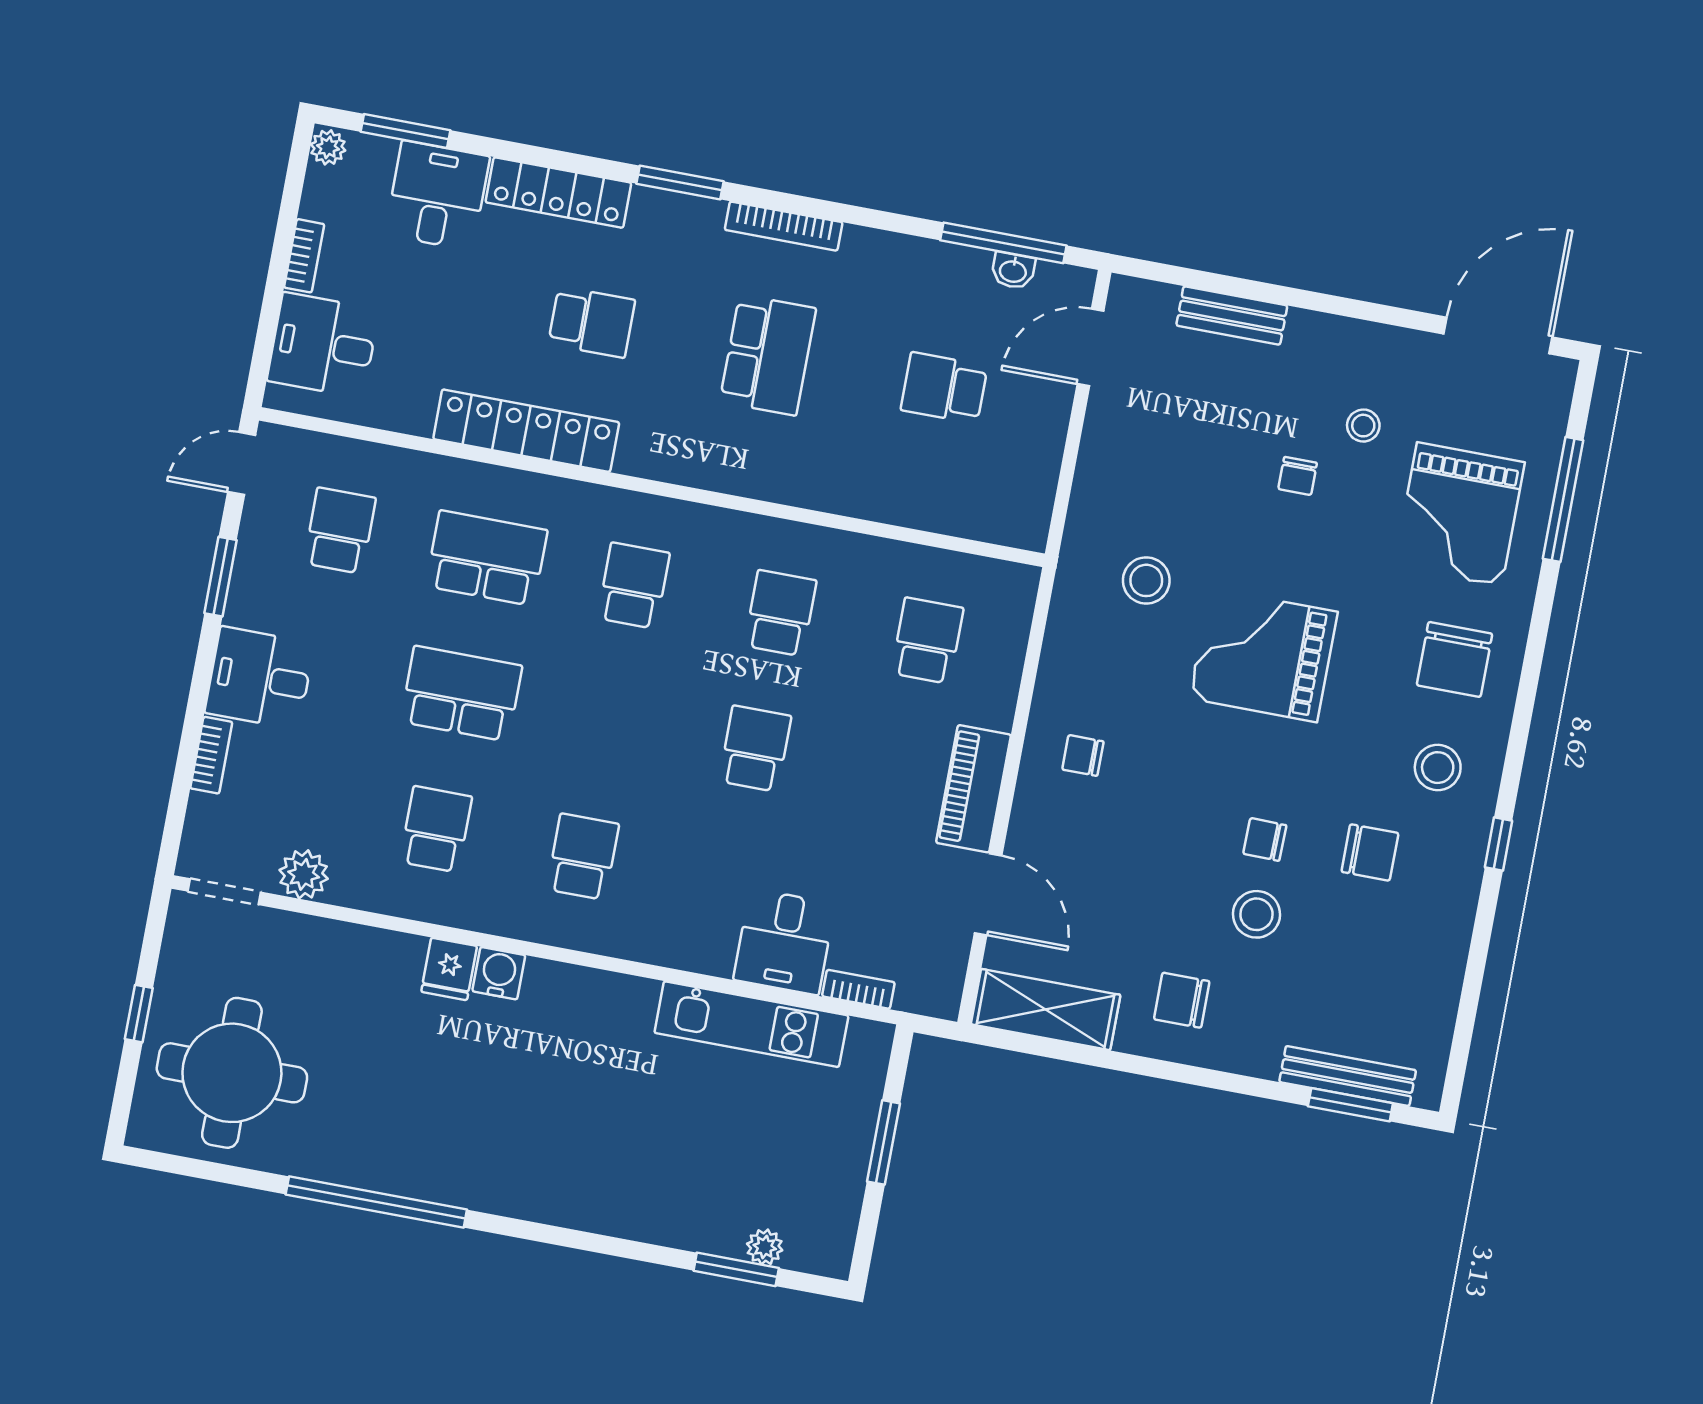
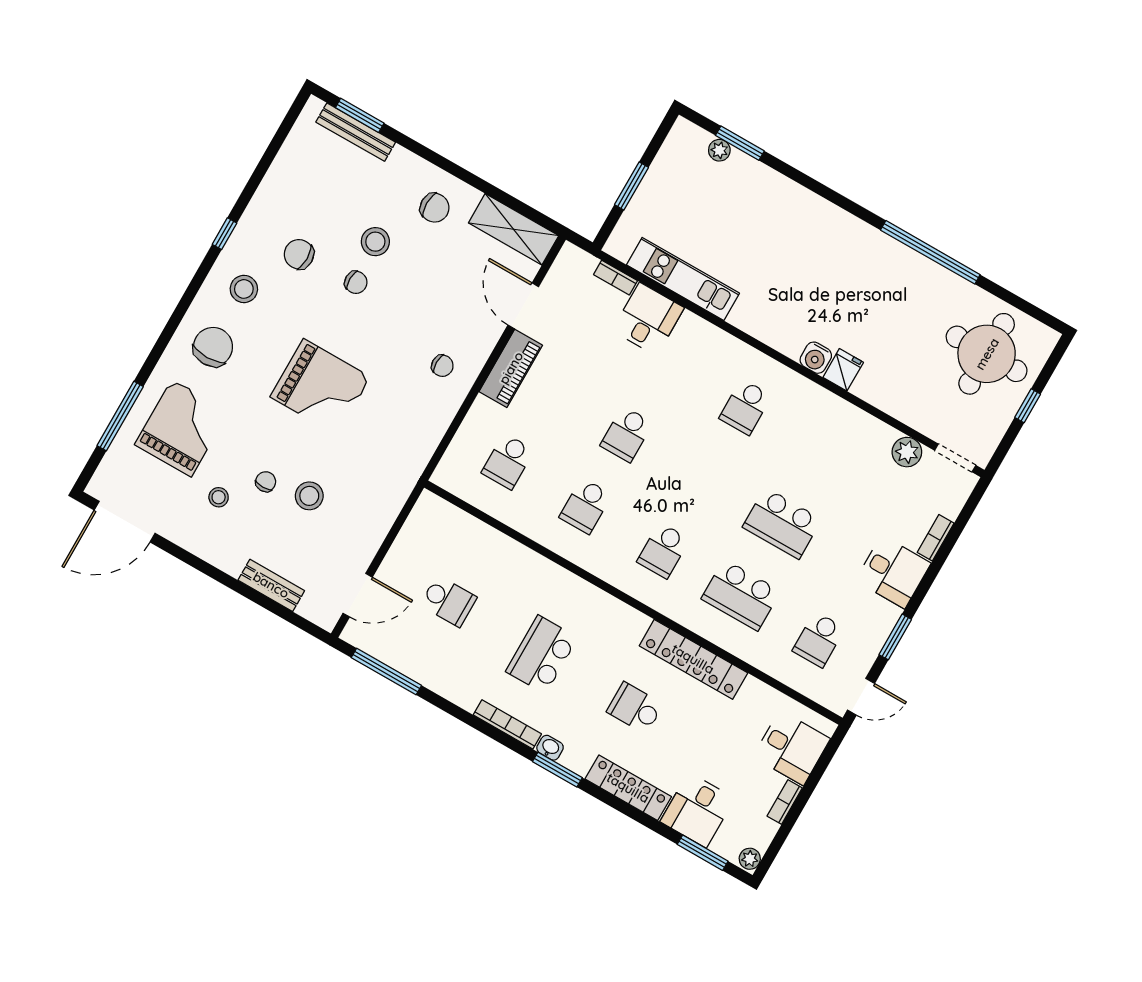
washbasin: (1013, 271) -> (550, 748), moved
stool: (1146, 580) -> (309, 496), moved
school desk: (436, 829) -> (823, 452), removed

